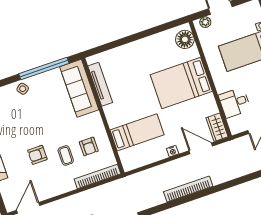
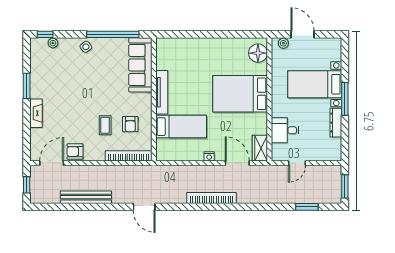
tv unit: (100, 84) -> (162, 92), moved
armchair: (37, 155) -> (75, 152), moved

